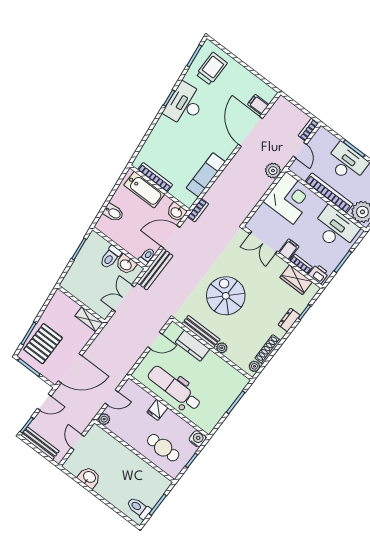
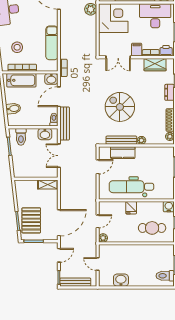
stool: (166, 152) -> (17, 47), added
toilet: (110, 257) -> (21, 137), moved

